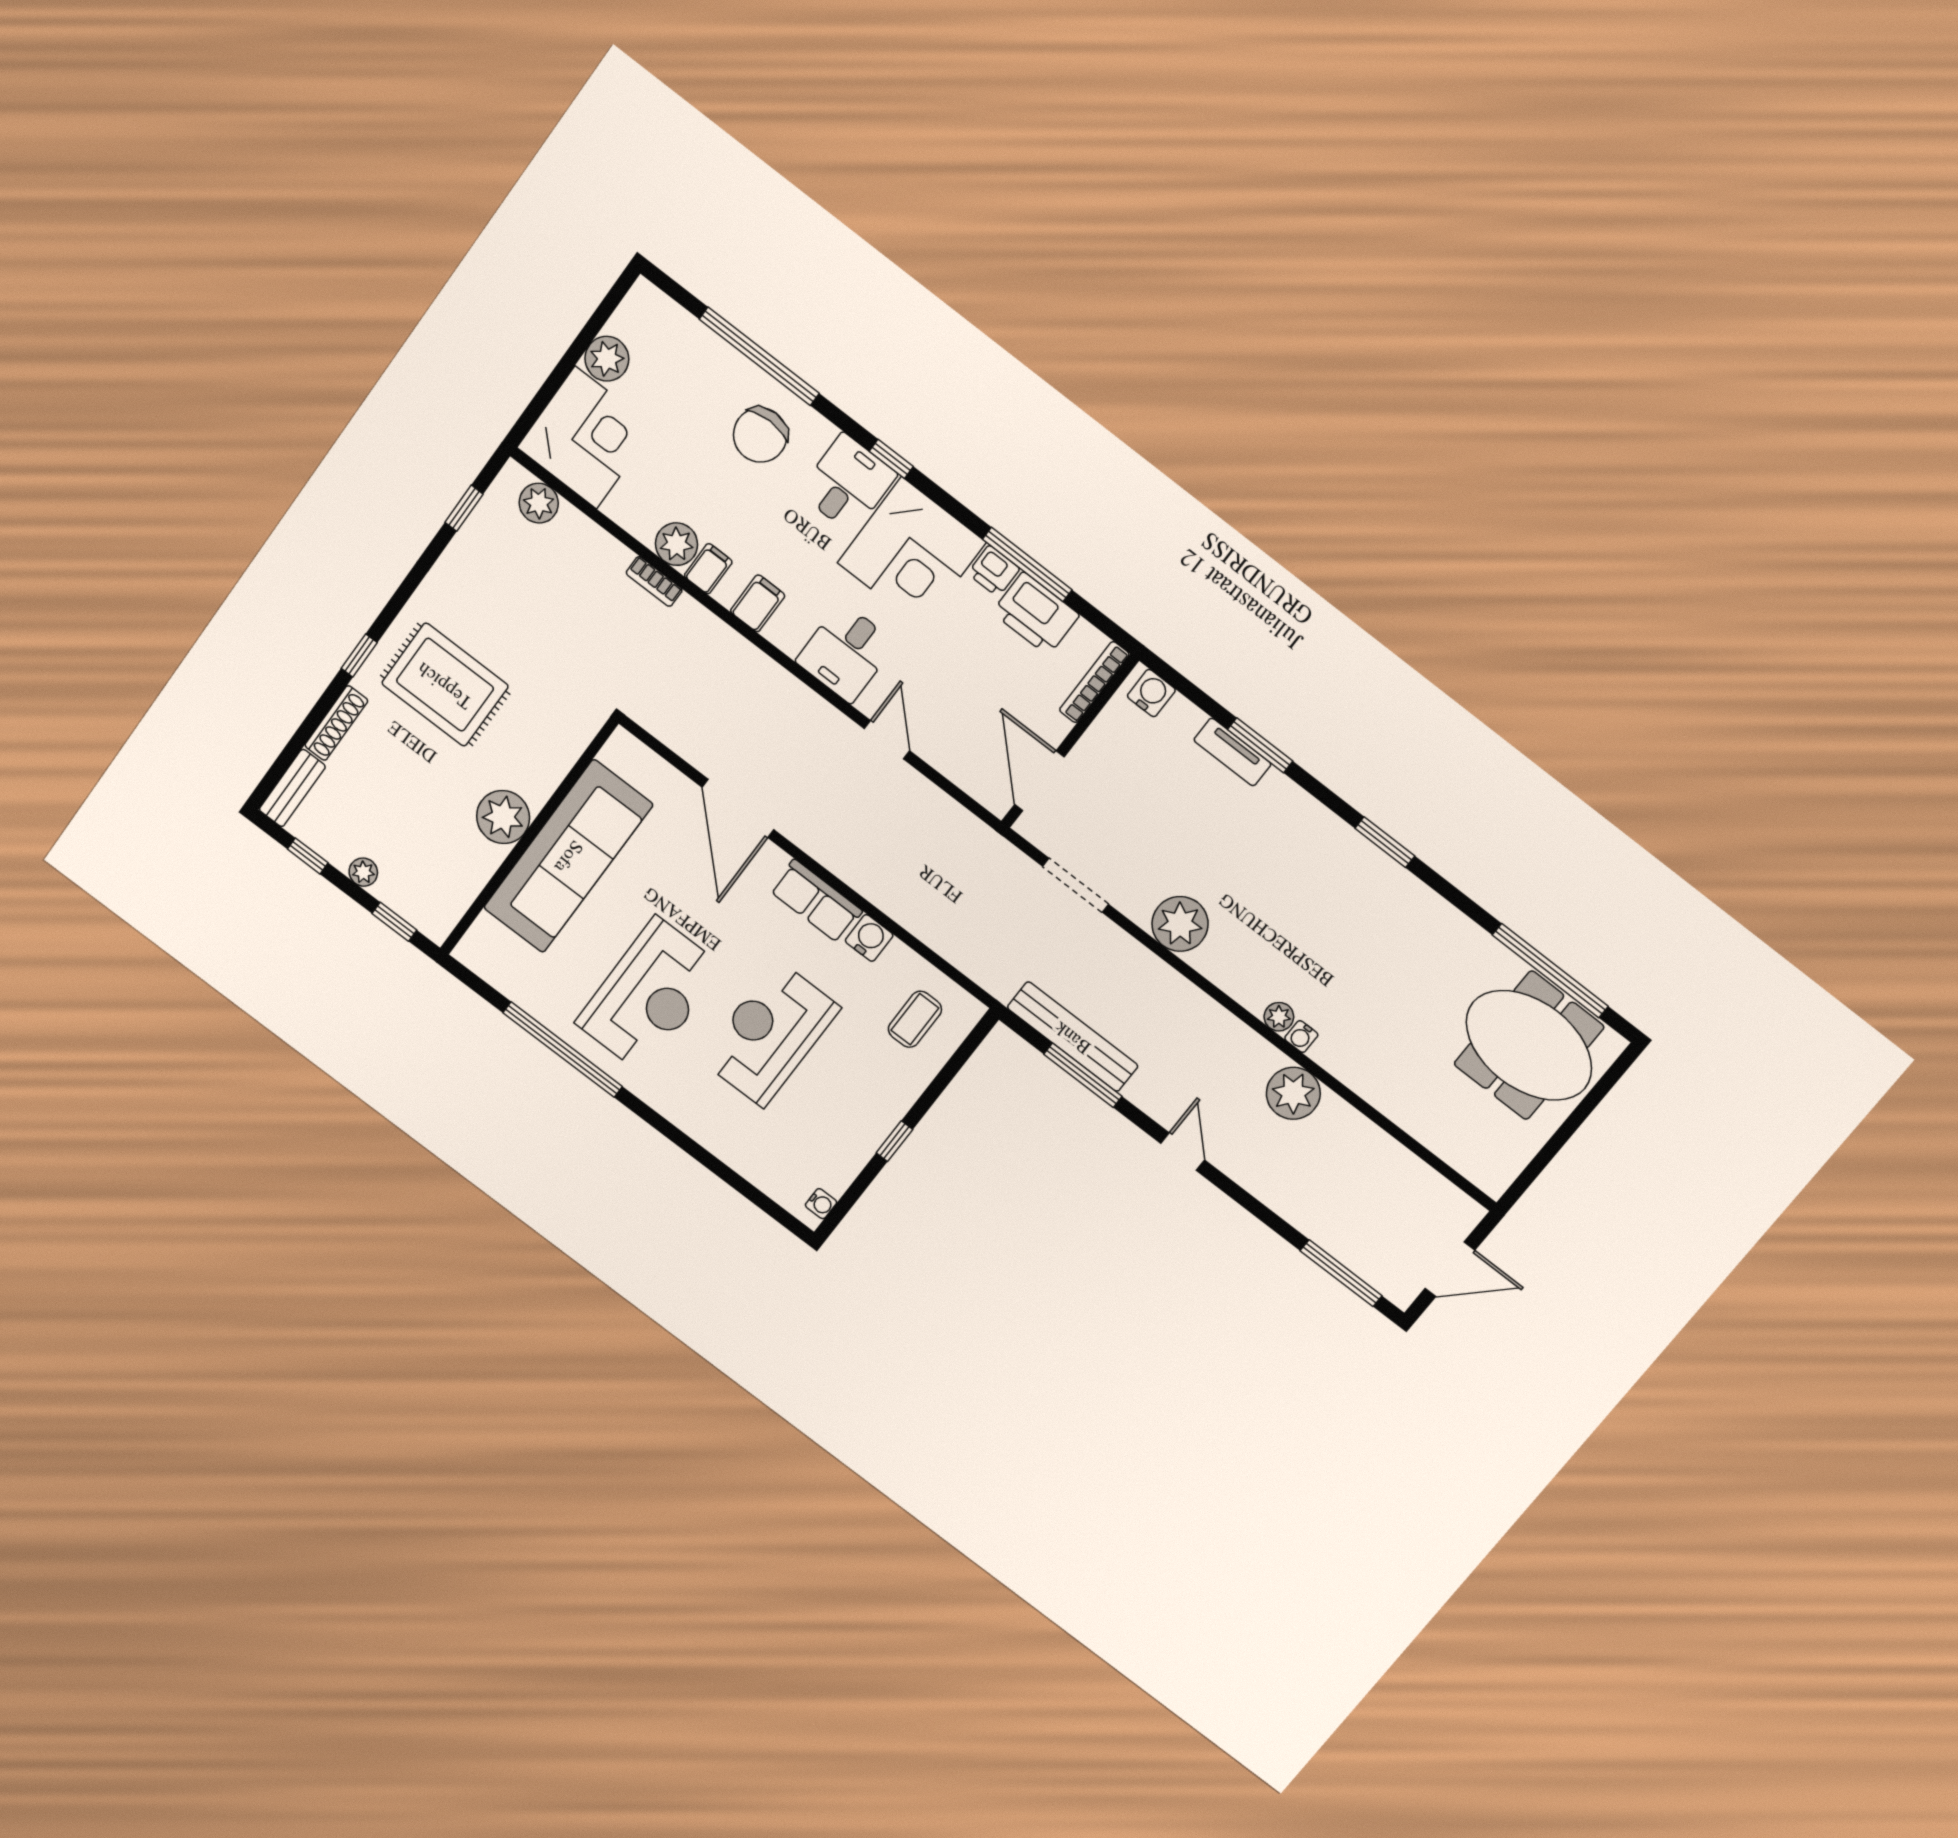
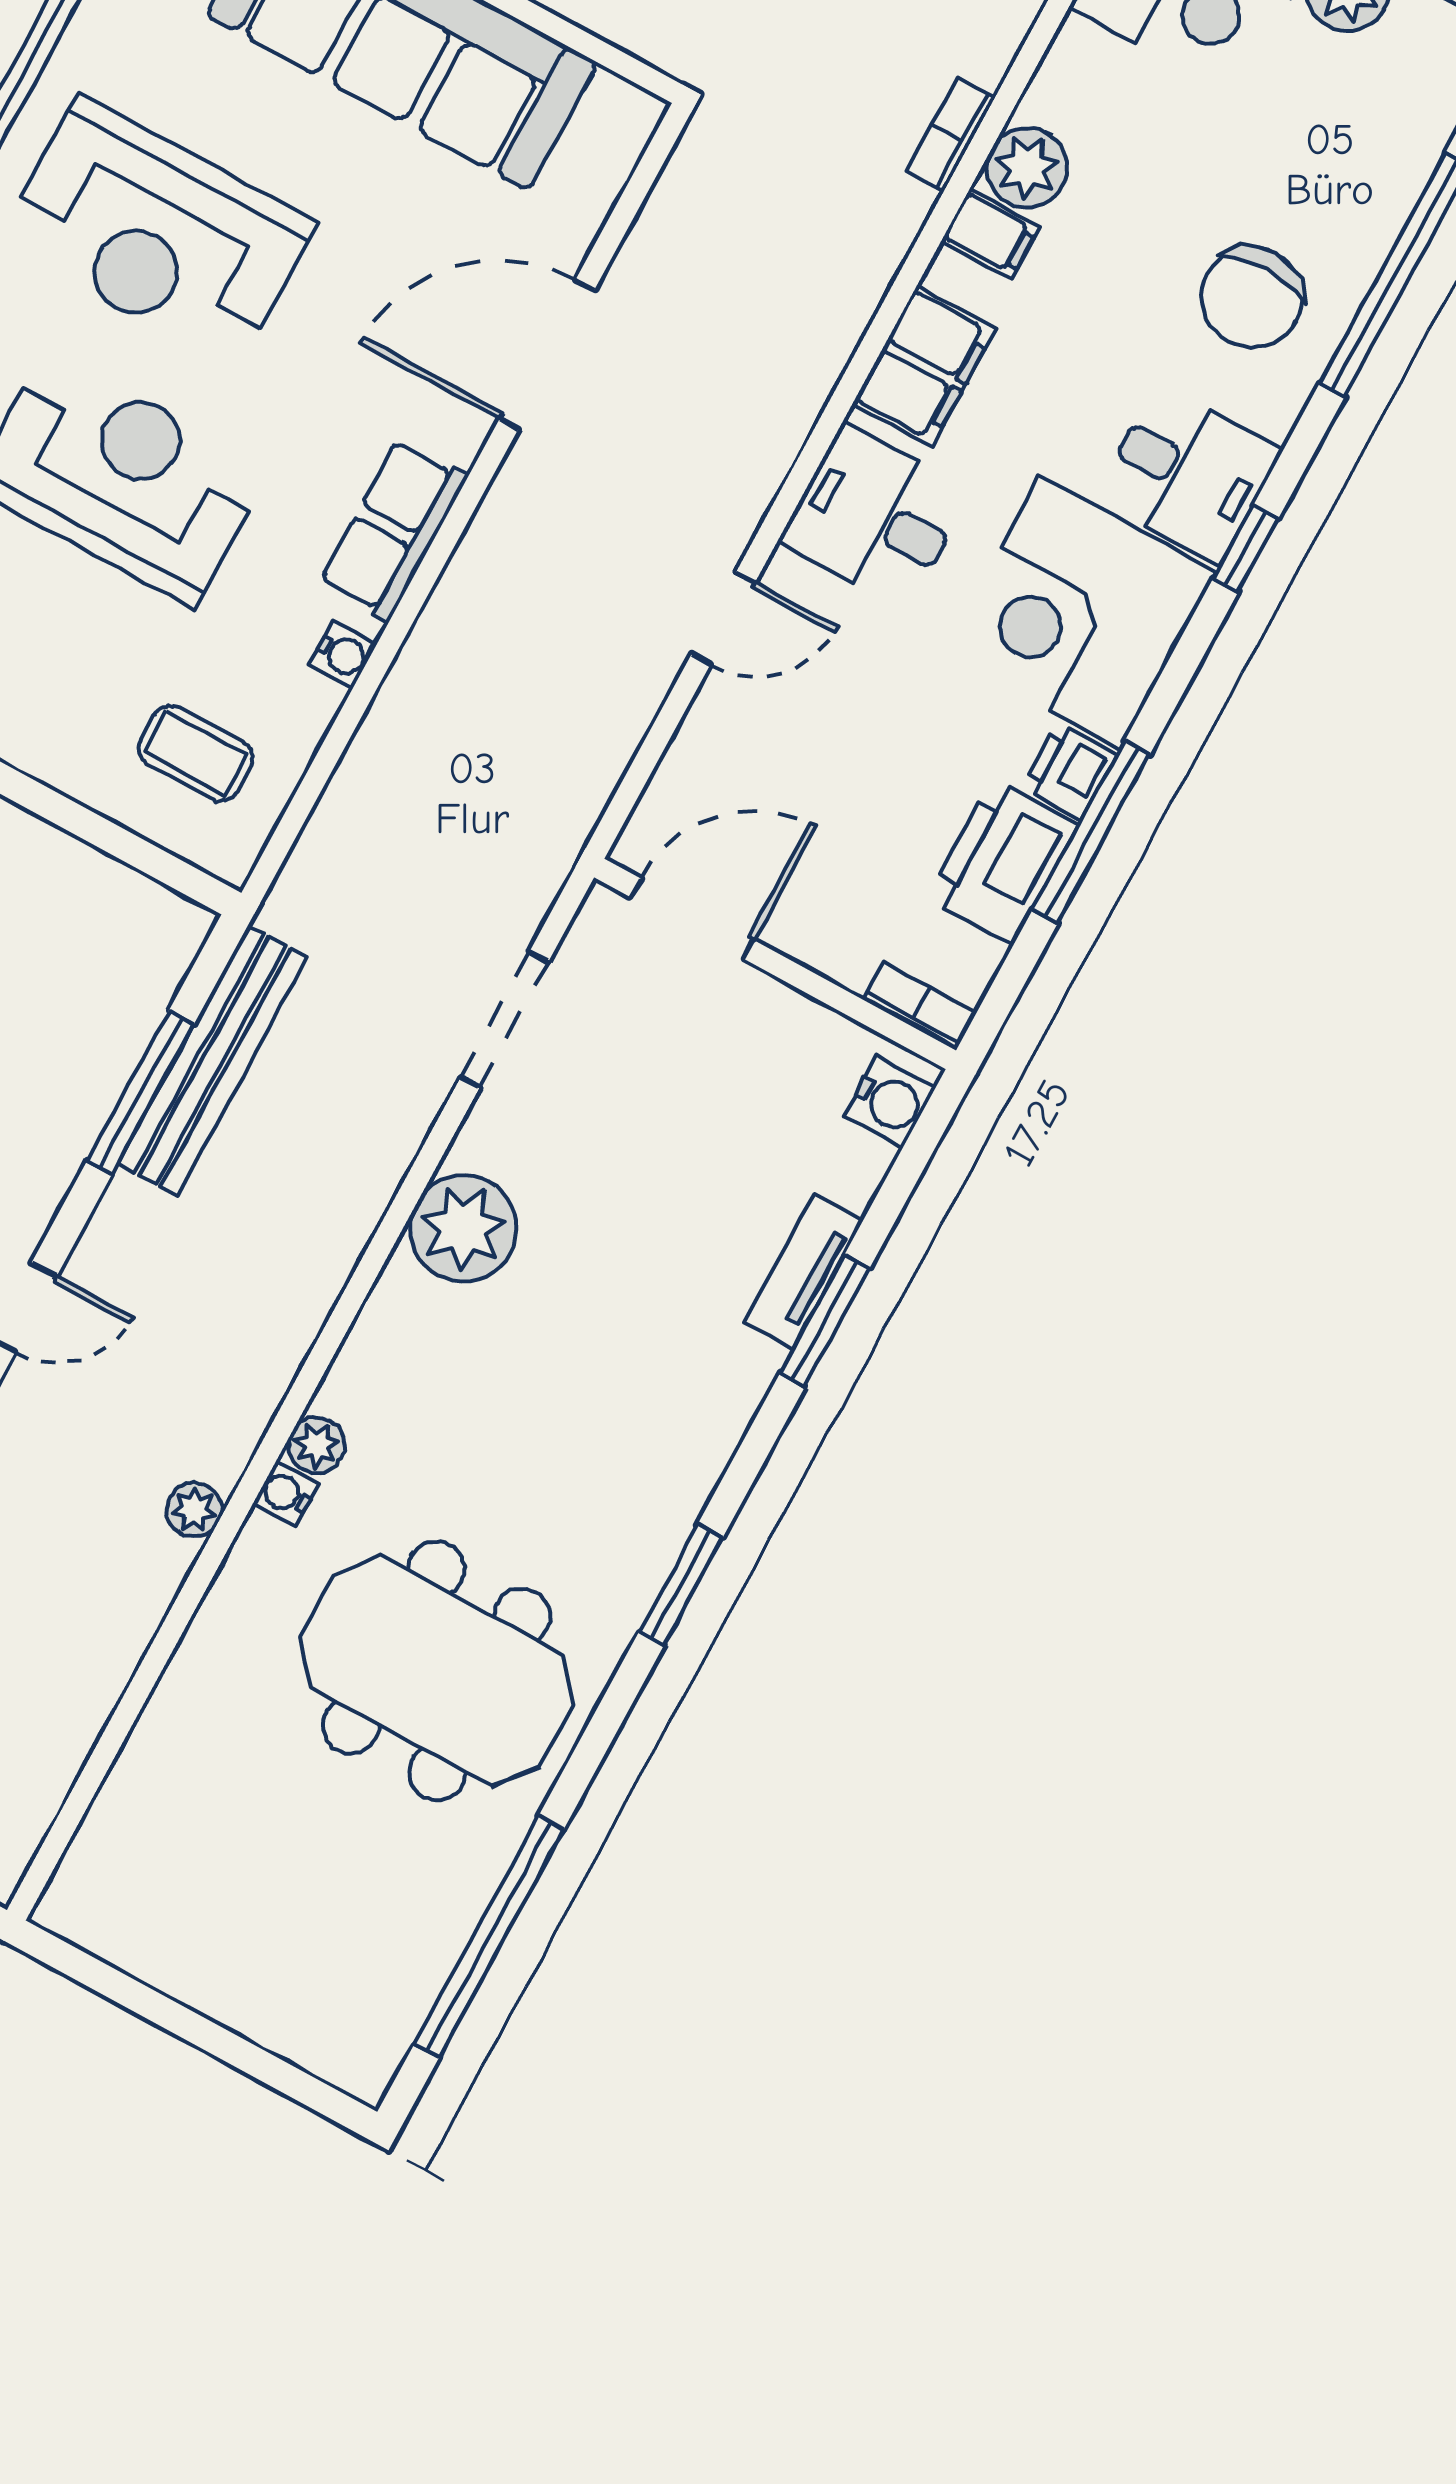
chair: (760, 435) -> (1252, 297), turned -90
filing cabinet: (758, 603) -> (924, 366), width x2.00
bookcase: (1094, 682) -> (919, 1006), width x0.64
water cooler: (869, 938) -> (343, 655), width x0.72, depth x0.72
meeting table: (1529, 1045) -> (437, 1671), moved, turned 90
plant: (1293, 1093) -> (194, 1510), width x0.53, depth x0.53

